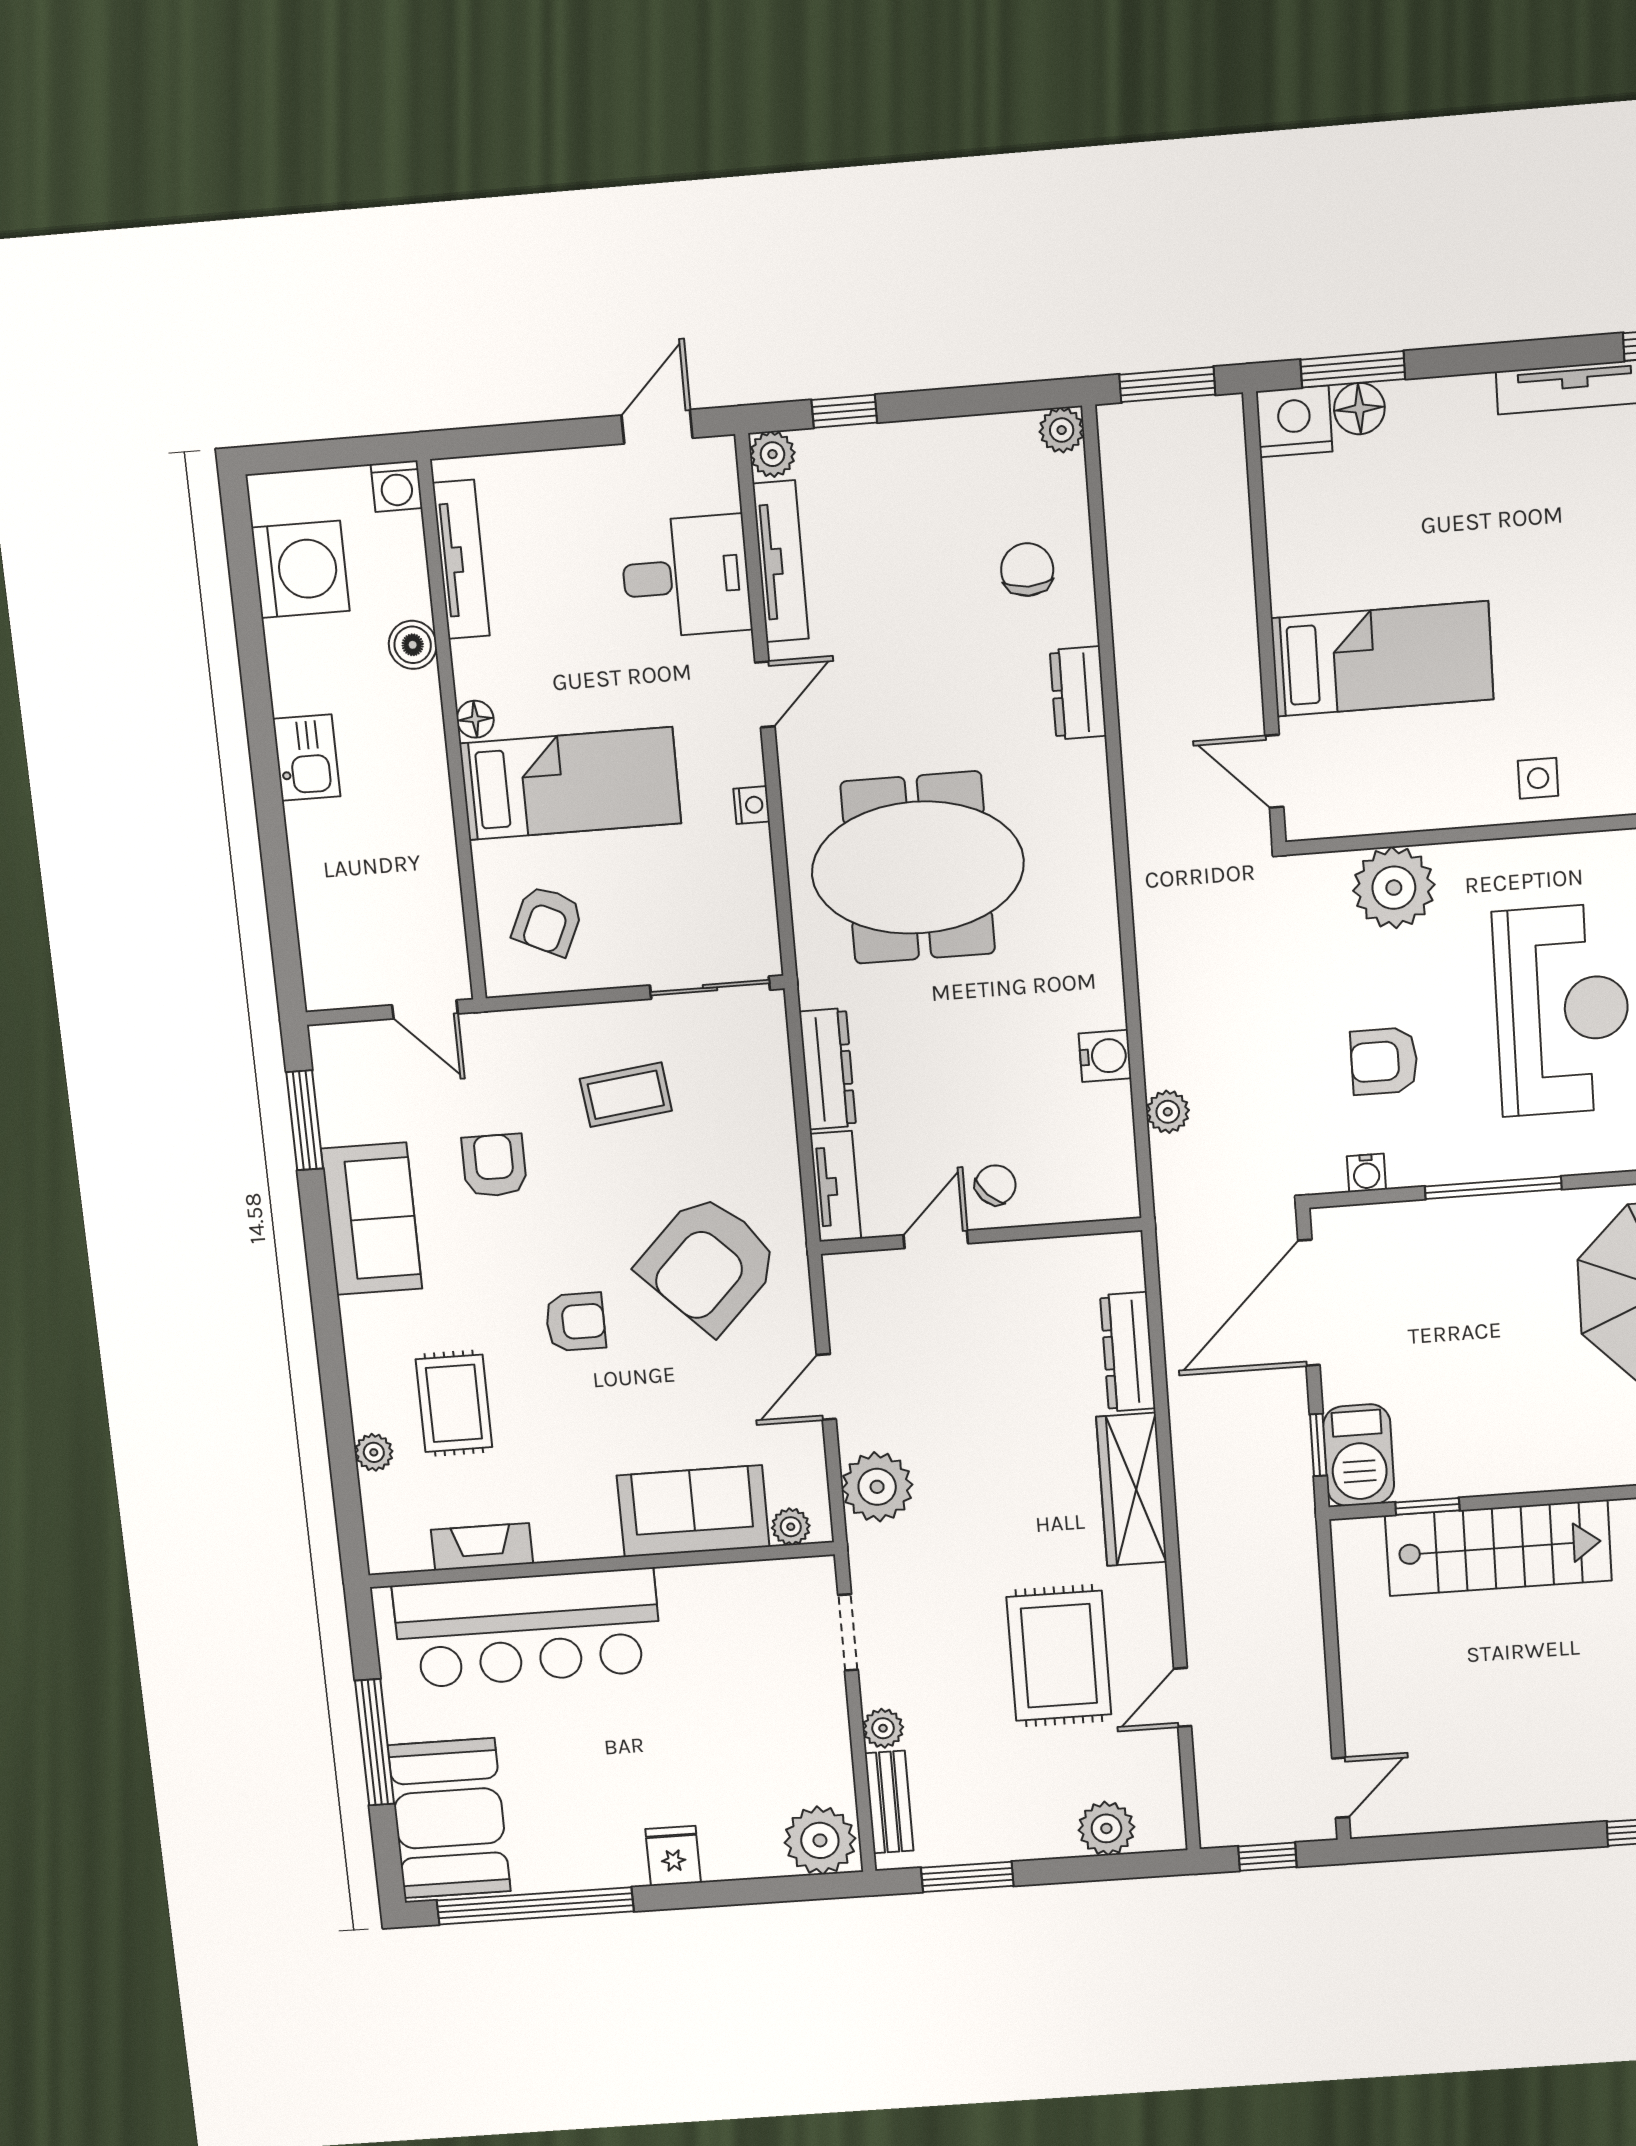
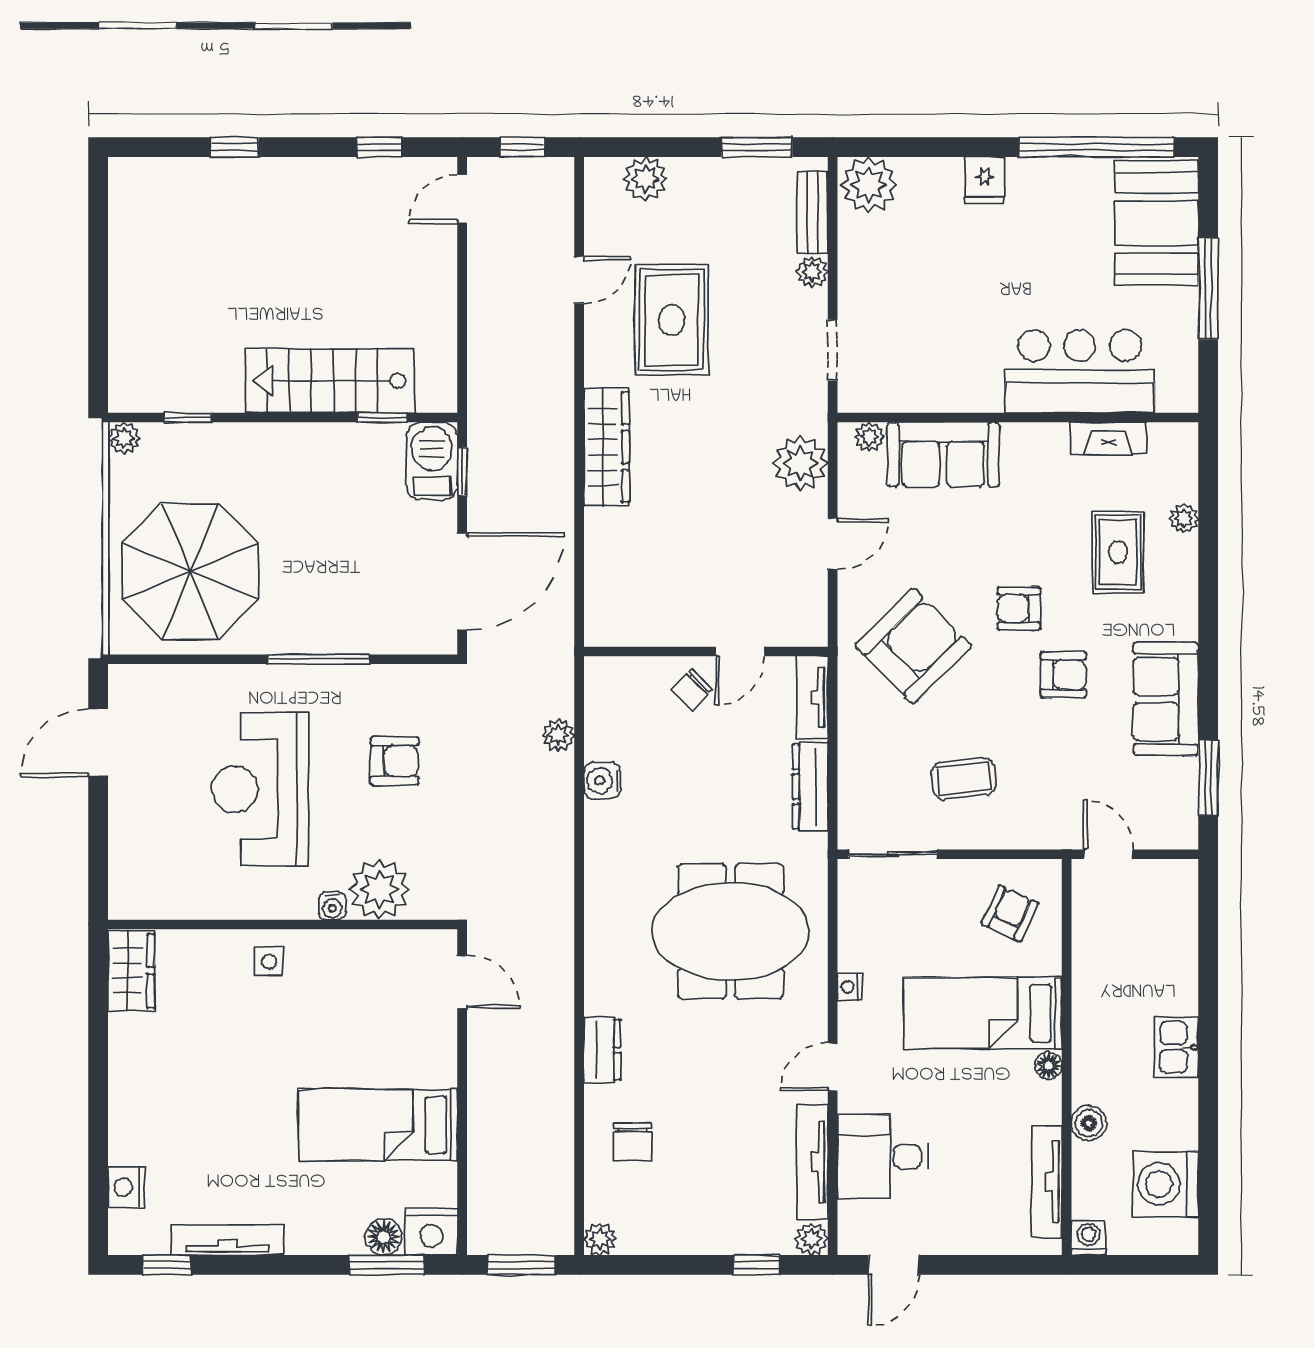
bed: (1382, 659) -> (378, 1125), moved
armchair: (494, 1166) -> (1063, 675), moved, turned -90
water cooler: (1366, 1173) -> (332, 906), moved, turned 180
dresser: (1128, 1352) -> (602, 554), removed
bar counter: (527, 1628) -> (1080, 371), width x0.73
window: (1451, 1844) -> (380, 147), added

